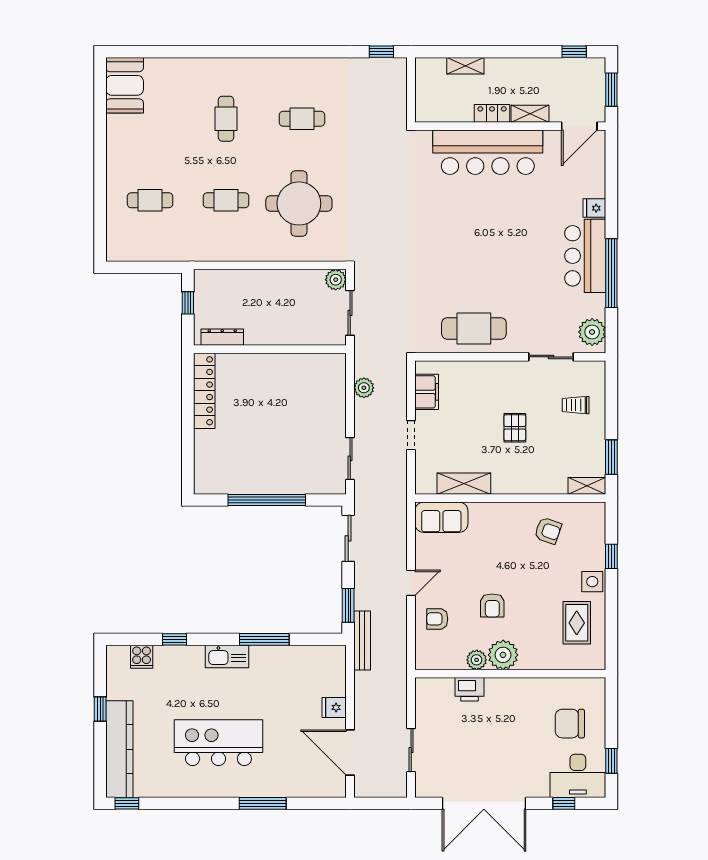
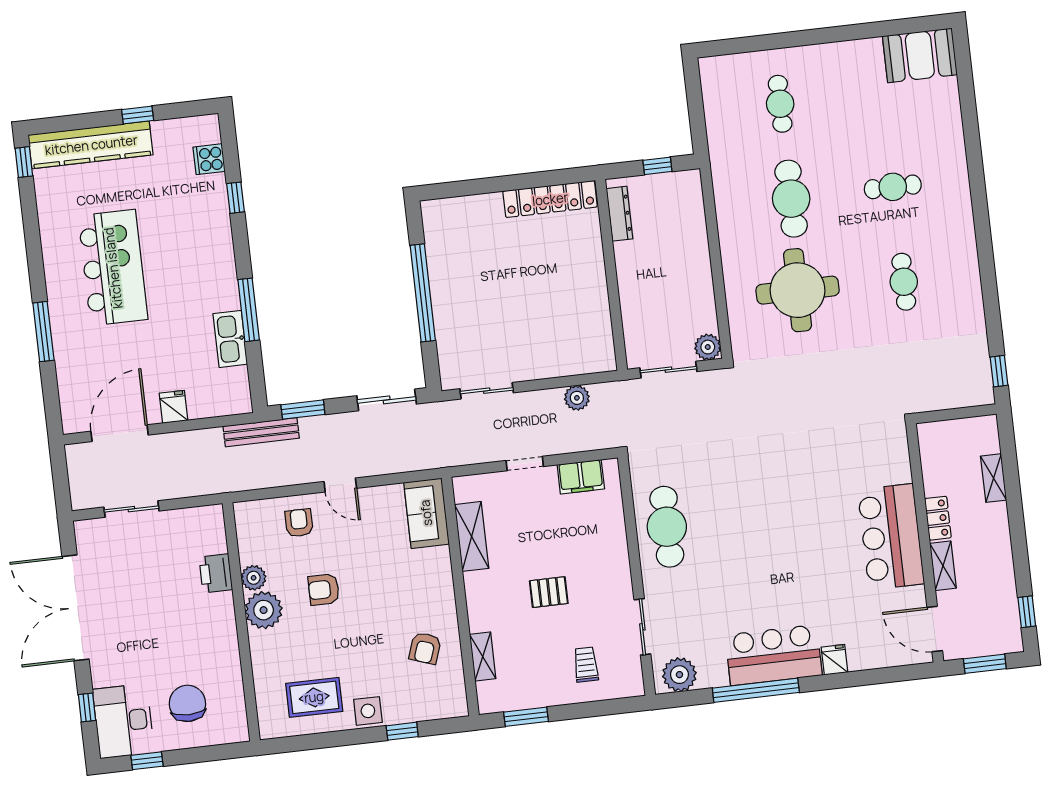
bar counter: (488, 152) -> (891, 537), width x0.73
cafe table: (226, 200) -> (791, 199), width x1.37, depth x1.35
shelving: (587, 486) -> (483, 656), moved
kitchen sink: (227, 656) -> (230, 339), moved

